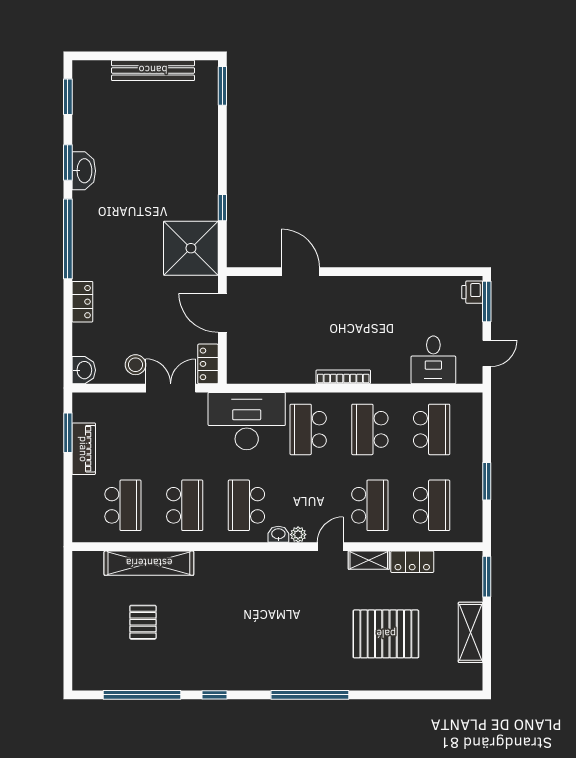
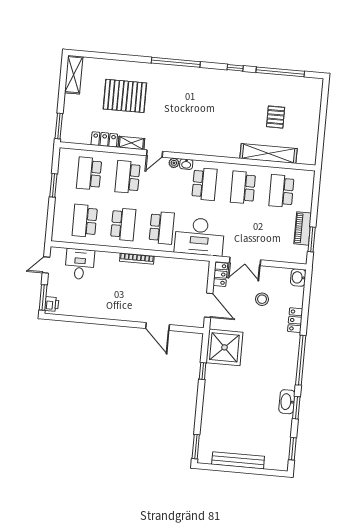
stool: (136, 365) -> (262, 299), moved
shelving: (470, 632) -> (74, 75), moved

